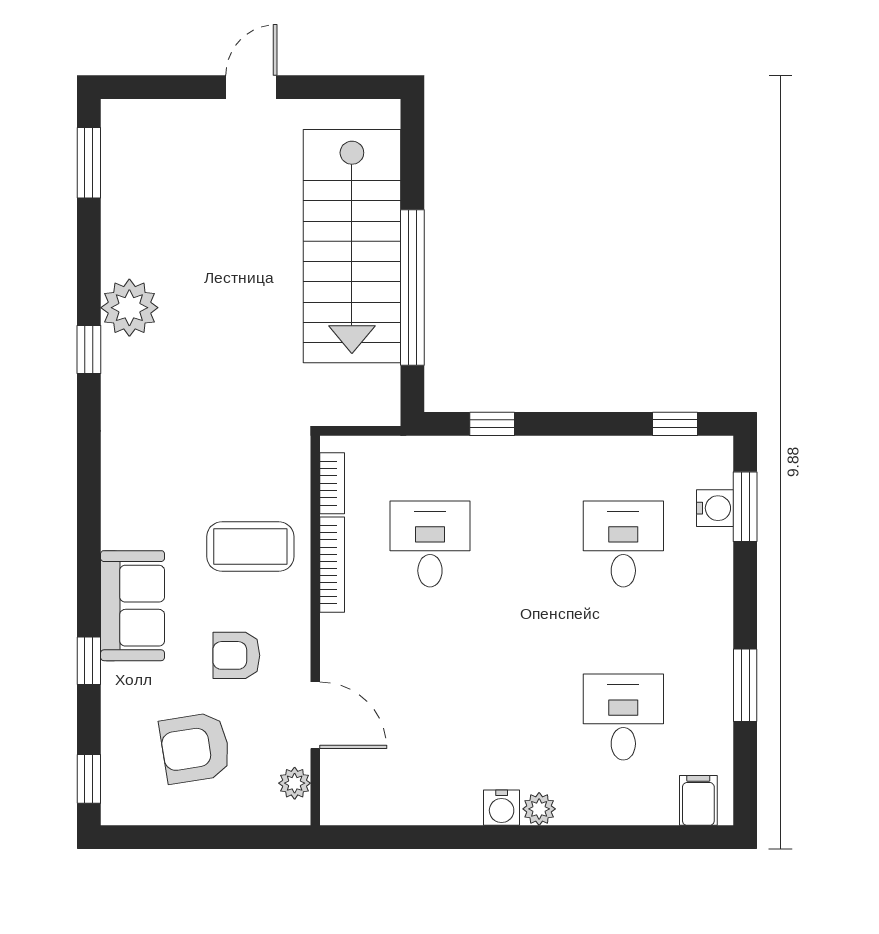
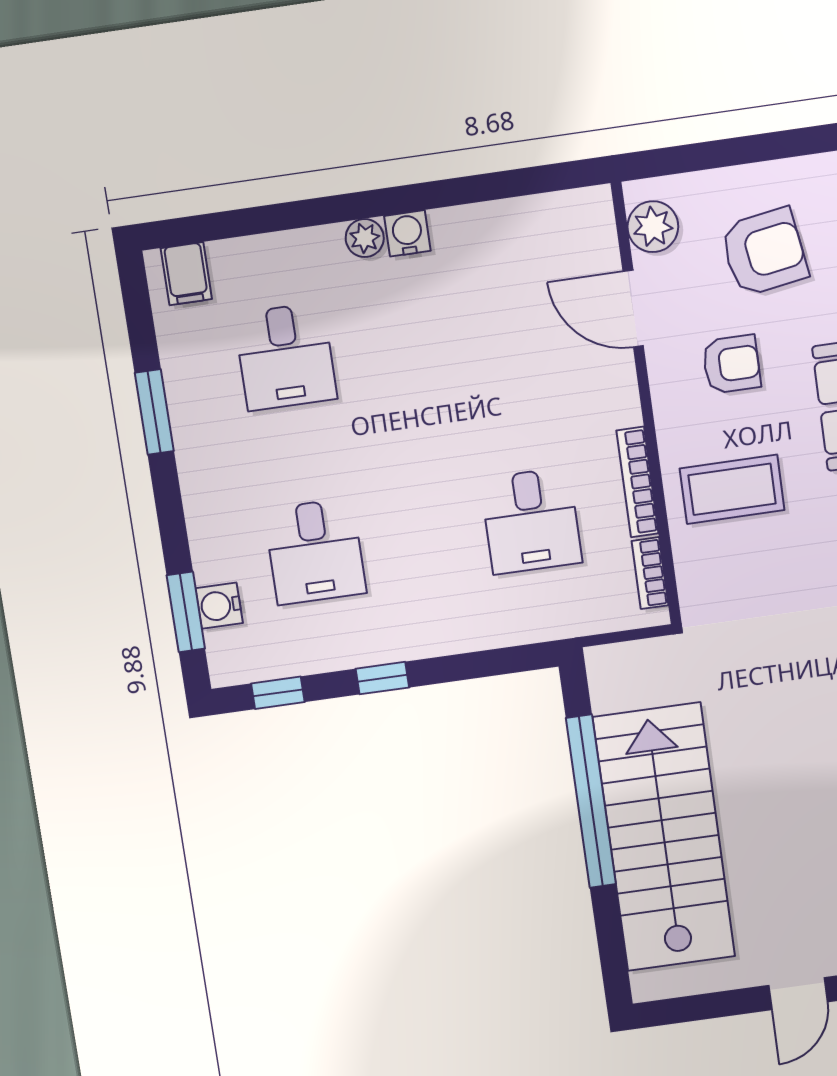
window: (492, 424) -> (382, 678), moved
plant: (295, 783) -> (653, 227), width x1.38, depth x1.38

